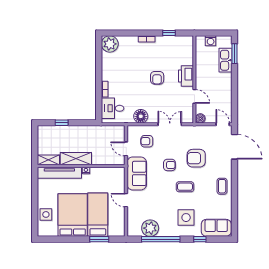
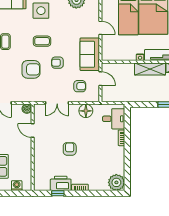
printer: (186, 76) -> (61, 183), moved, turned -90

